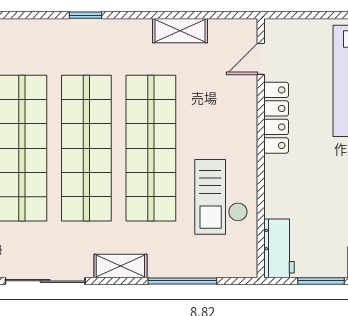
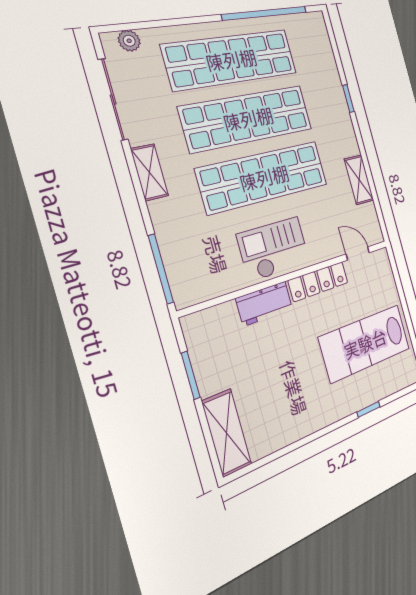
checkout: (221, 197) -> (274, 249), moved
workbench: (279, 248) -> (264, 303), moved
window: (182, 281) -> (161, 269), moved

